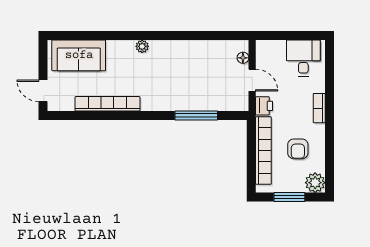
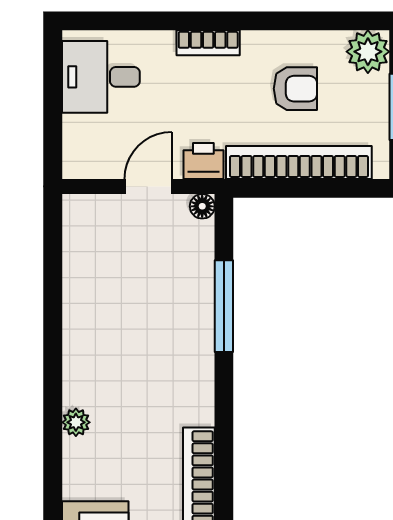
floor lamp: (243, 58) -> (202, 206), moved

